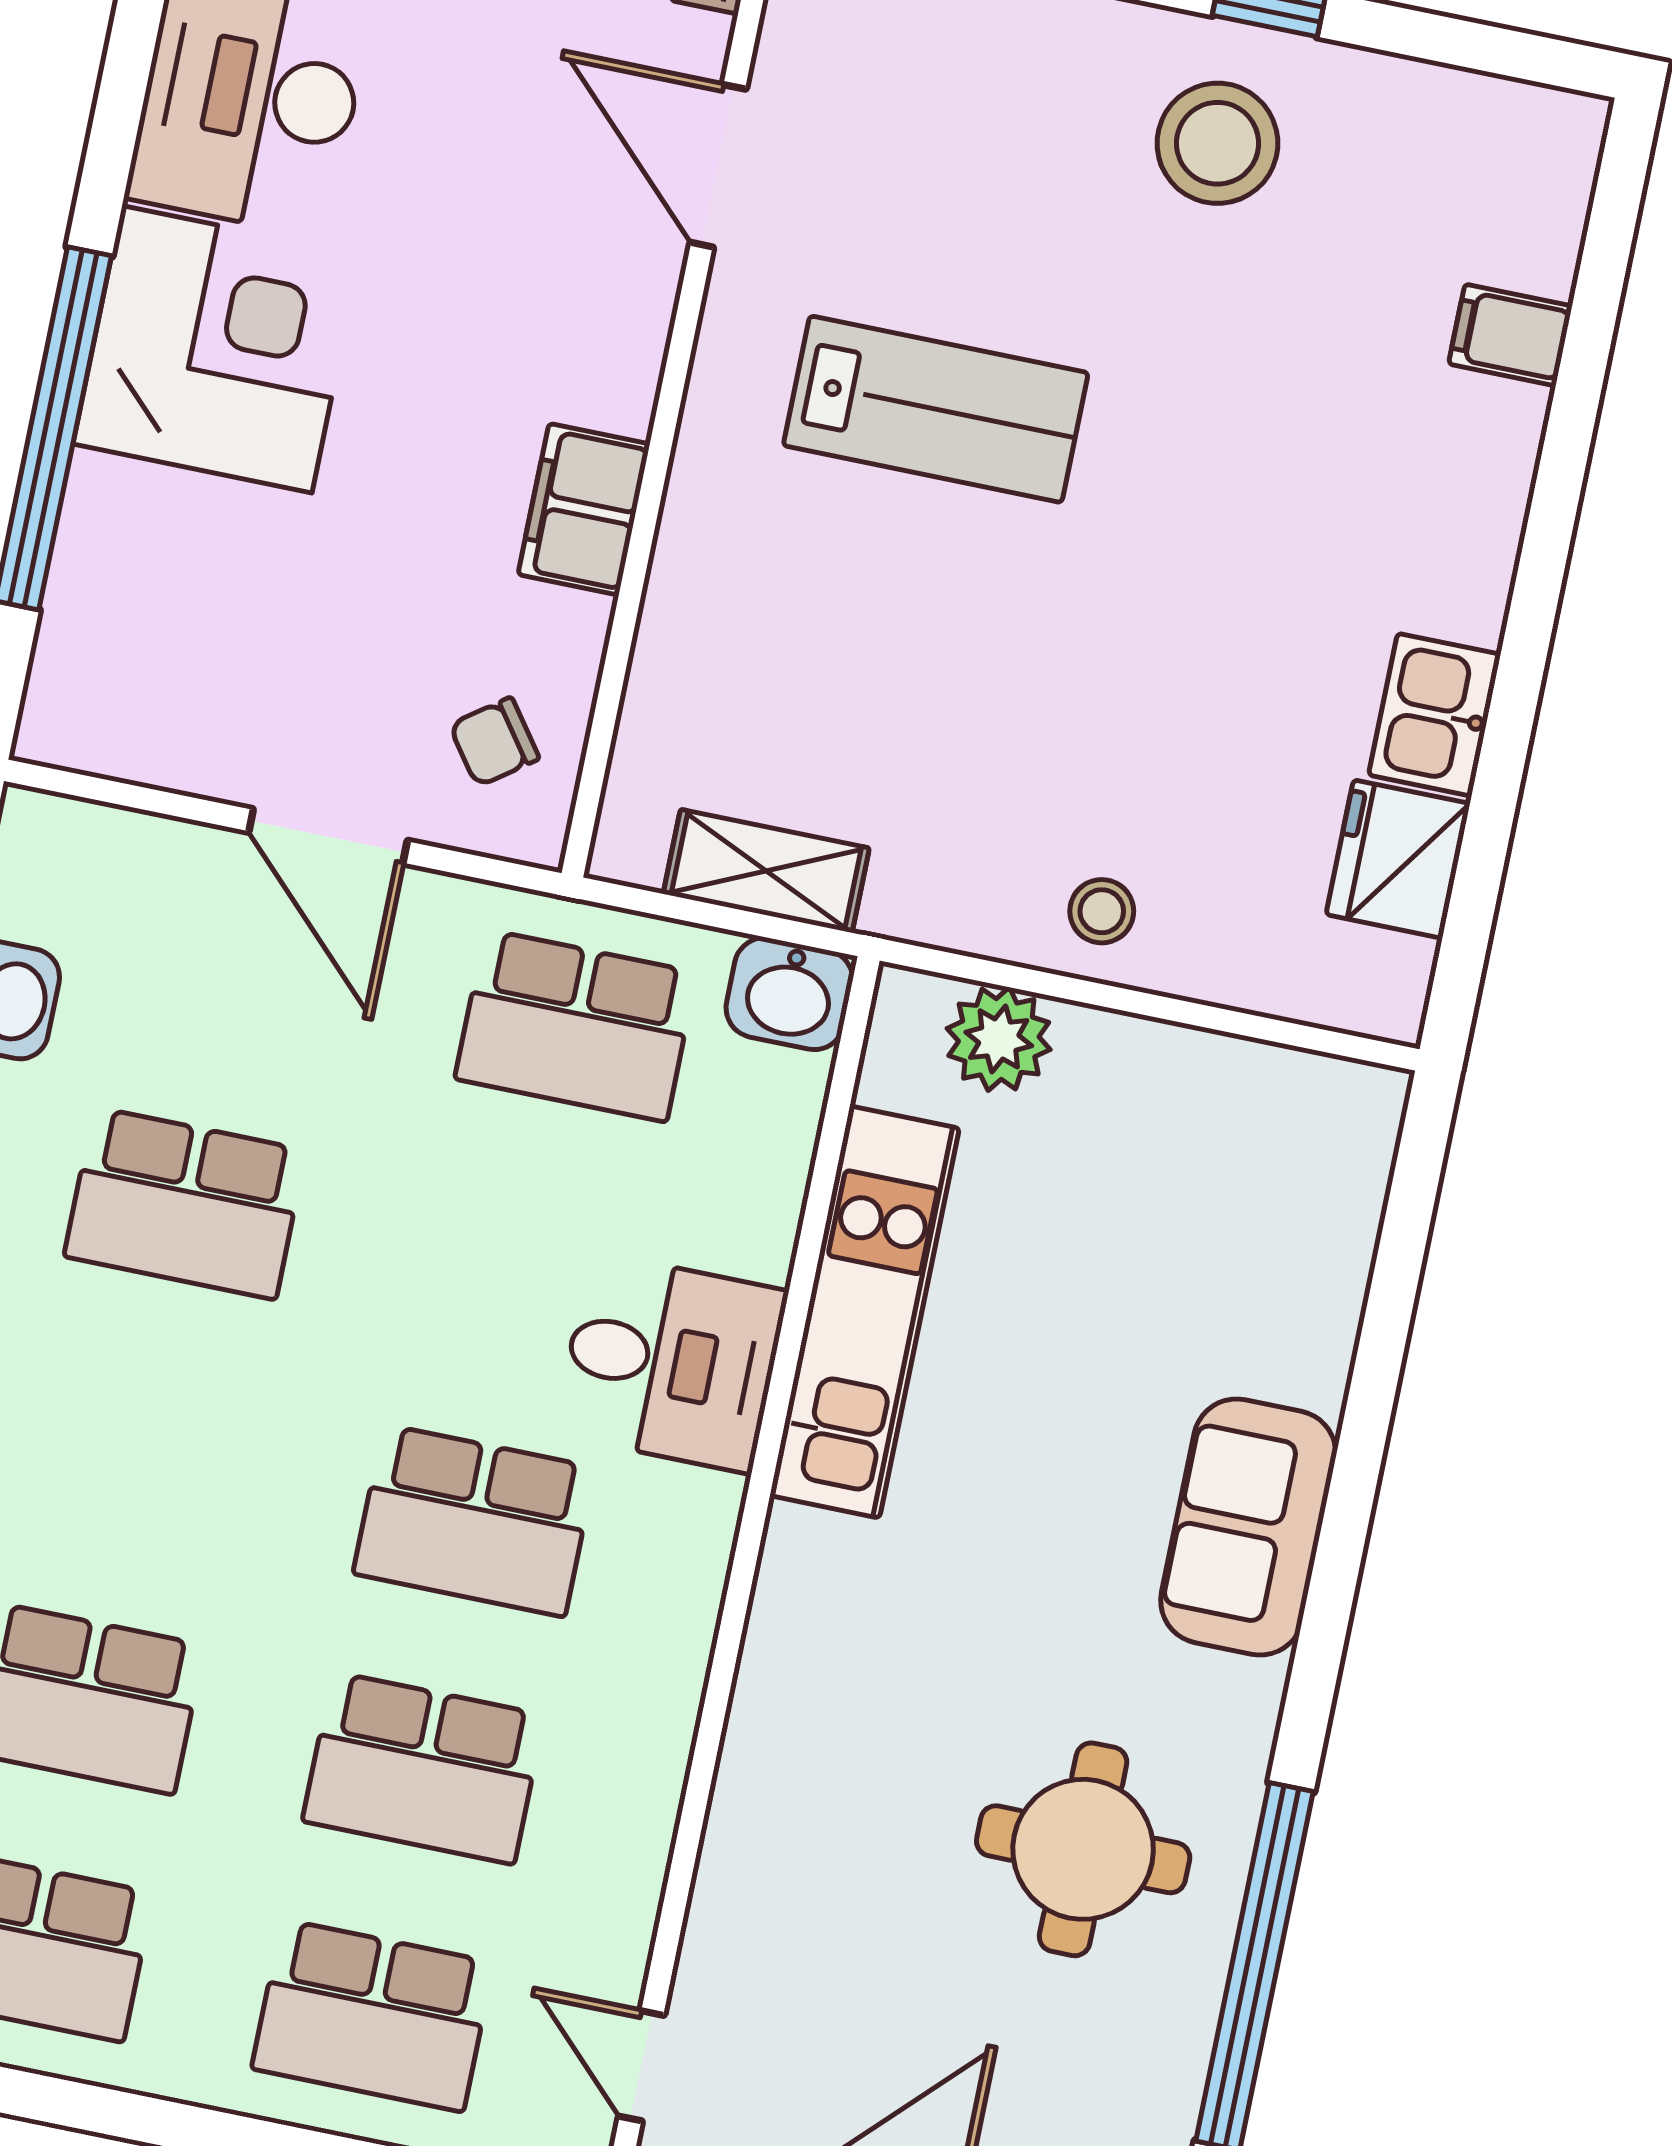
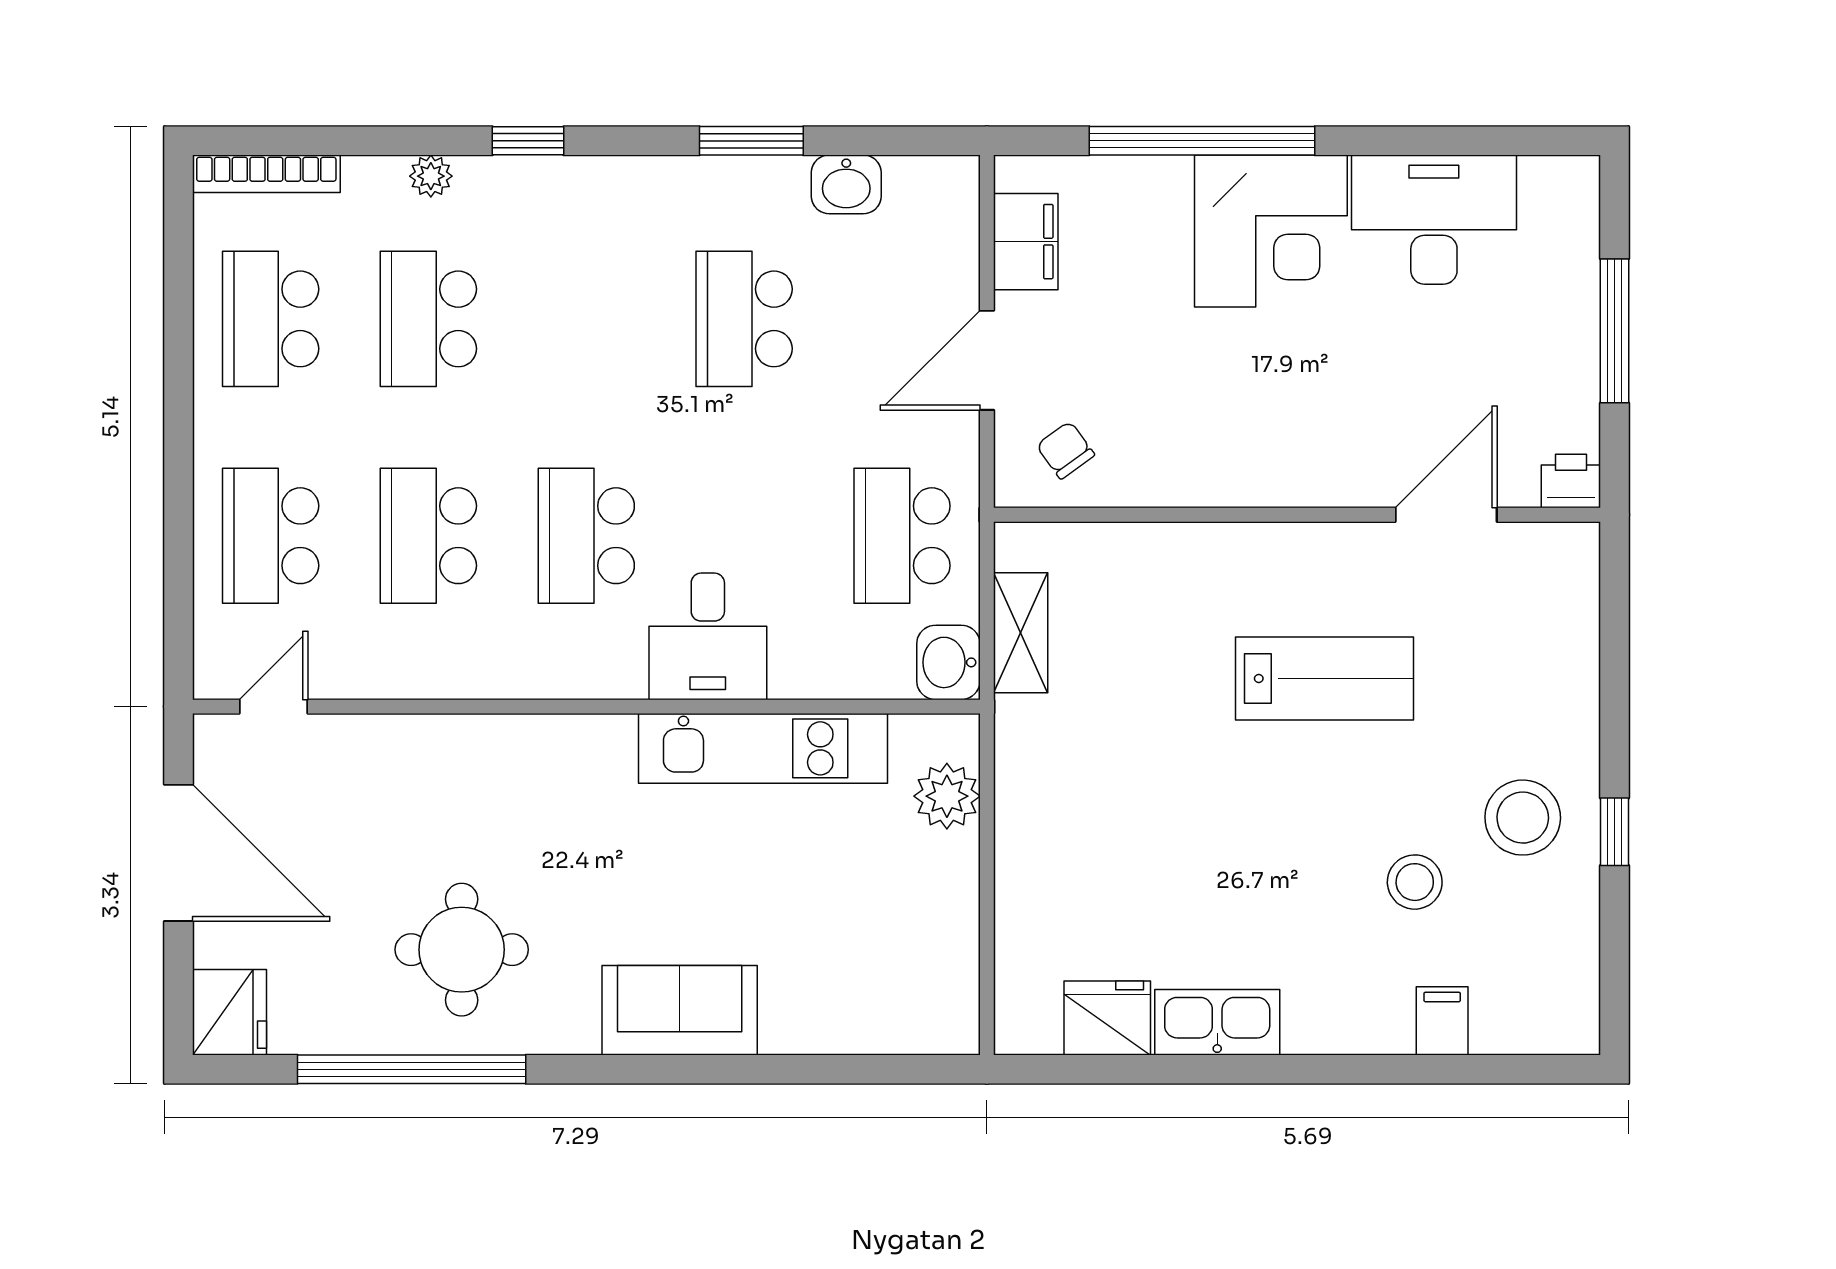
lab bench: (936, 409) -> (1325, 679), turned -90
filing cabinet: (584, 509) -> (1026, 242), moved, turned 90
kitchen sink: (1435, 715) -> (1217, 1022), width x1.38
stool: (1102, 911) -> (1415, 882), moved, width x1.37, depth x1.37

